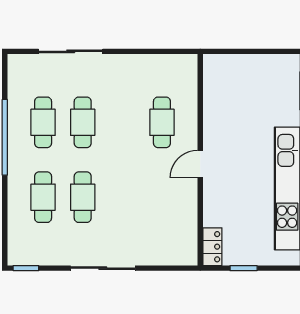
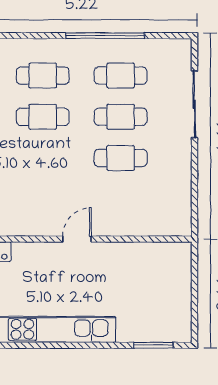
cafe table: (162, 122) -> (121, 158), moved
door: (200, 164) -> (77, 239), hinge flipped

